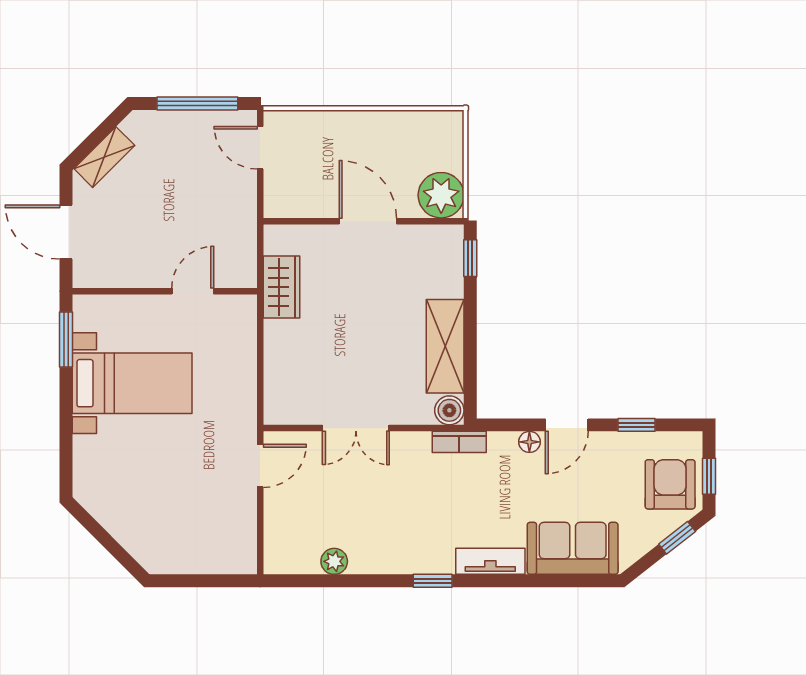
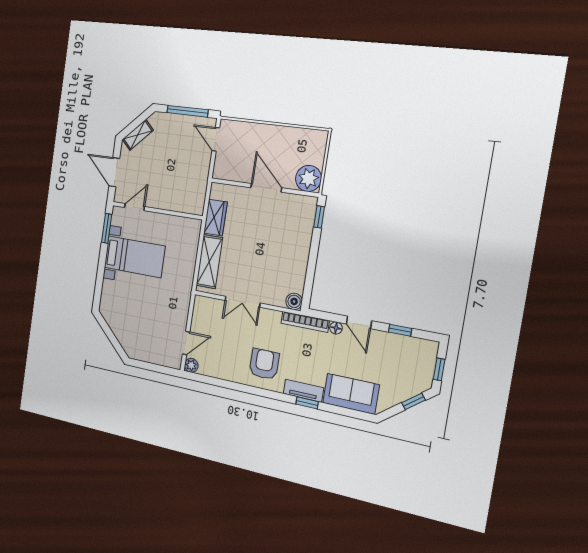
door: (193, 291) -> (135, 207), moved
shelving: (445, 346) -> (209, 262), moved
door: (567, 425) -> (359, 322), hinge flipped
bookcase: (459, 442) -> (305, 322), width x1.56
door: (260, 466) -> (186, 343), moved
armchair: (670, 484) -> (264, 364), moved
plant: (334, 561) -> (191, 365), moved
window: (433, 581) -> (307, 403), moved

